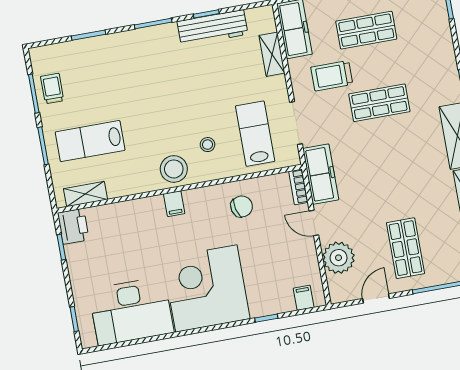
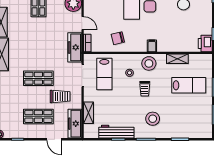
stool: (148, 65) -> (153, 119), added
trolley: (52, 89) -> (145, 89), moved
shelving: (85, 194) -> (177, 59), moved

